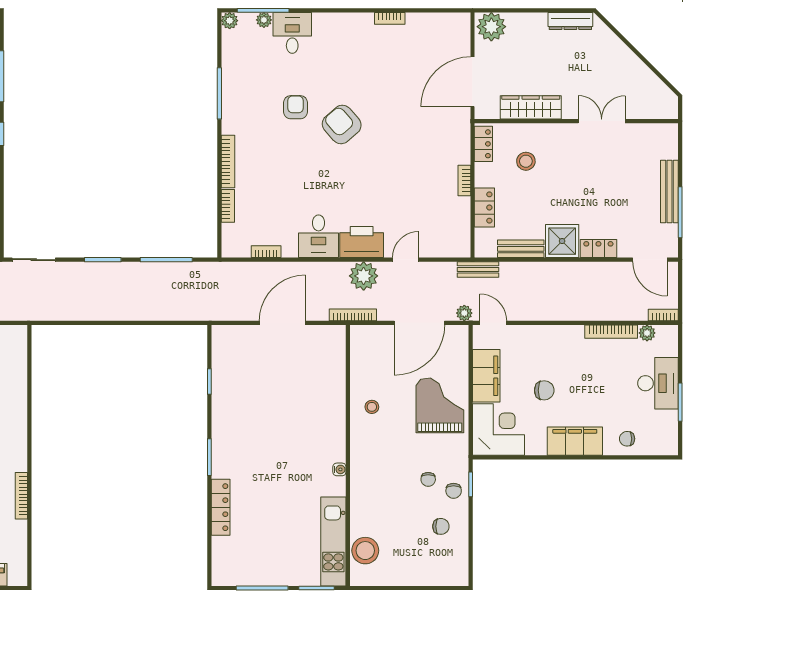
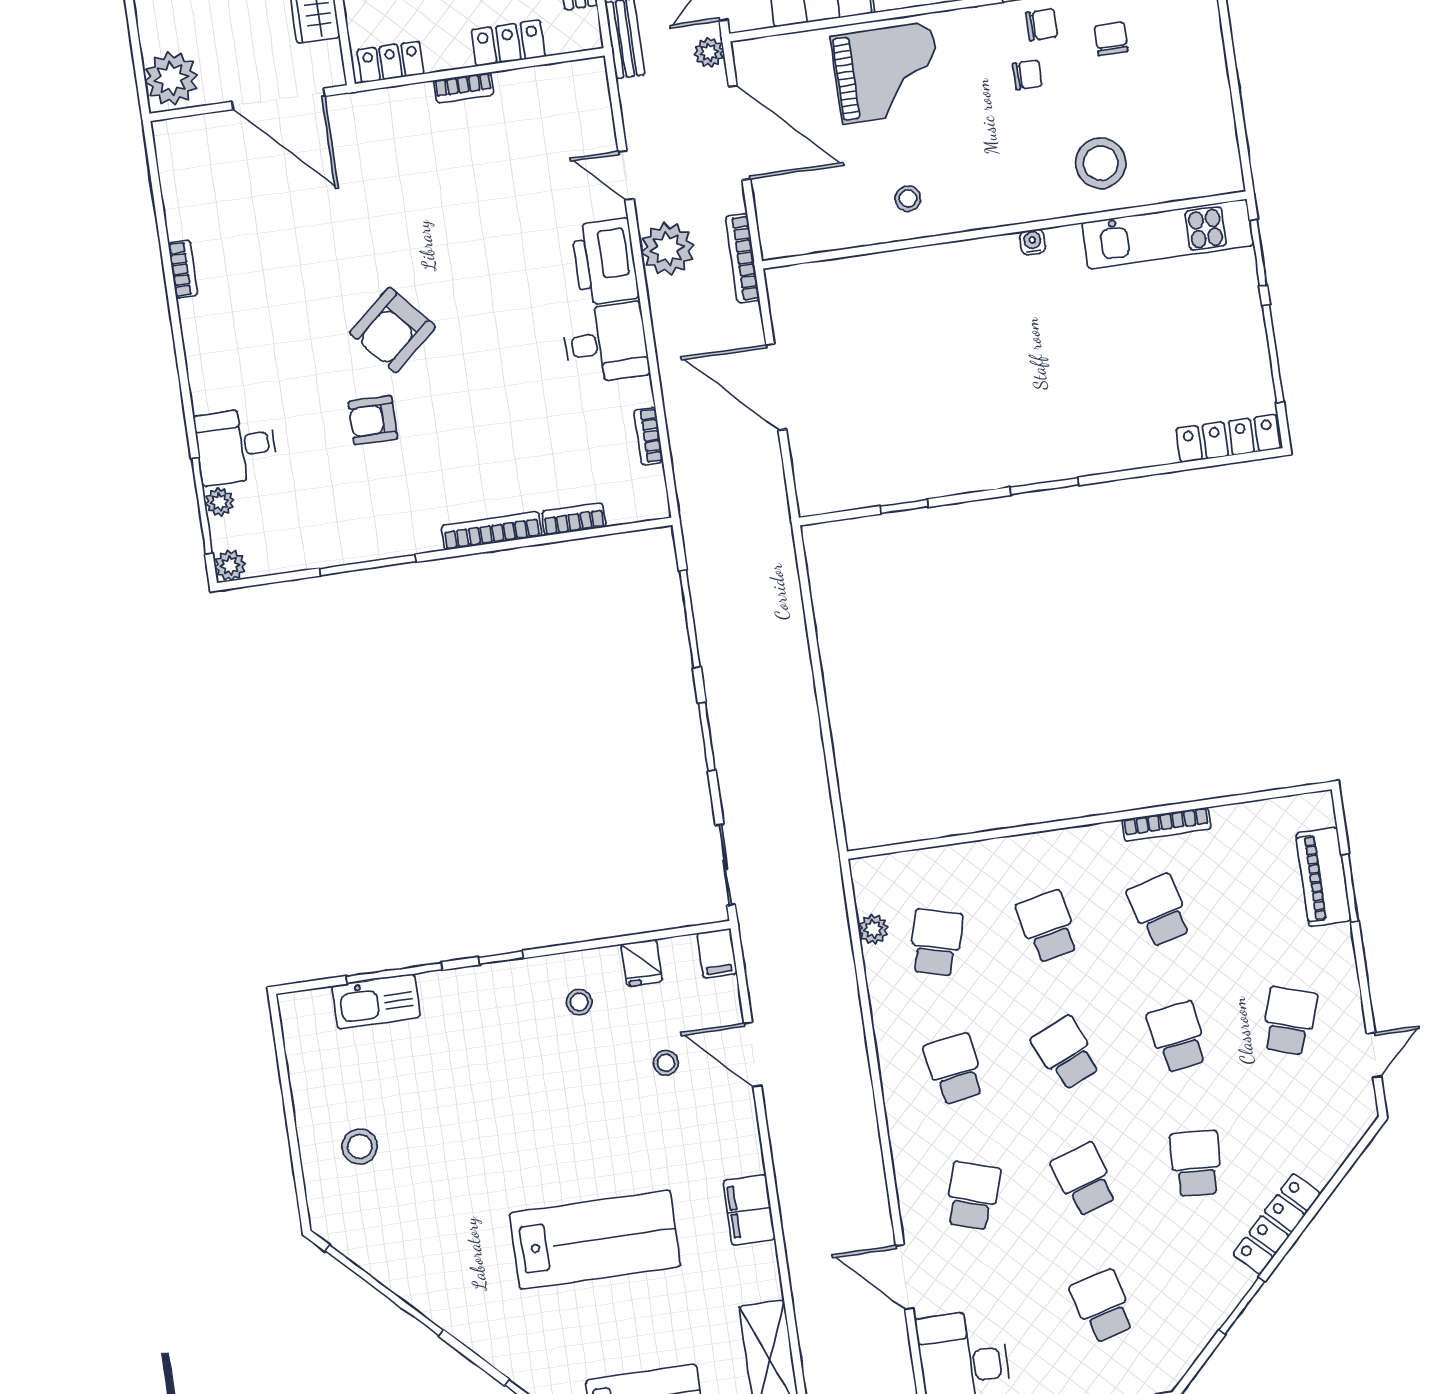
grand piano: (440, 405) -> (887, 73), turned 180
locker: (221, 507) -> (1228, 438), moved
stool: (365, 551) -> (1101, 163), moved

